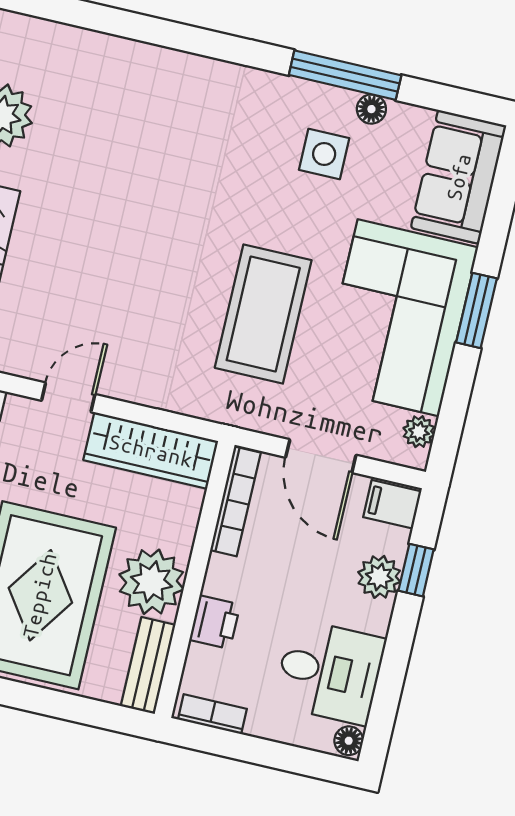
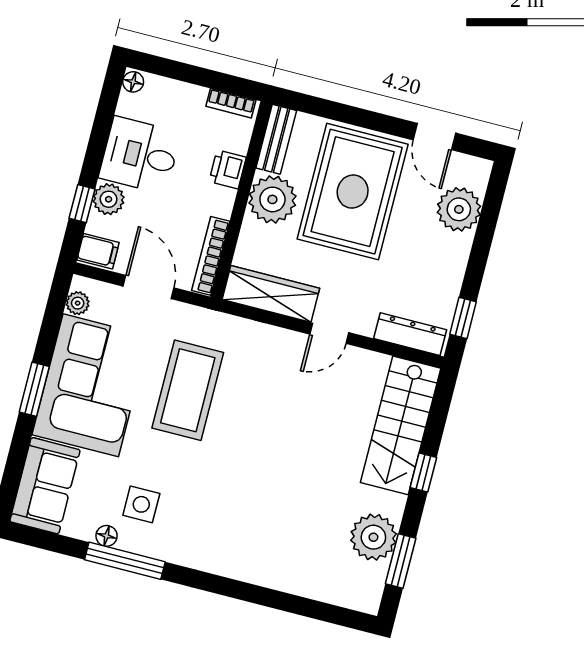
desk: (330, 672) -> (140, 155), moved

